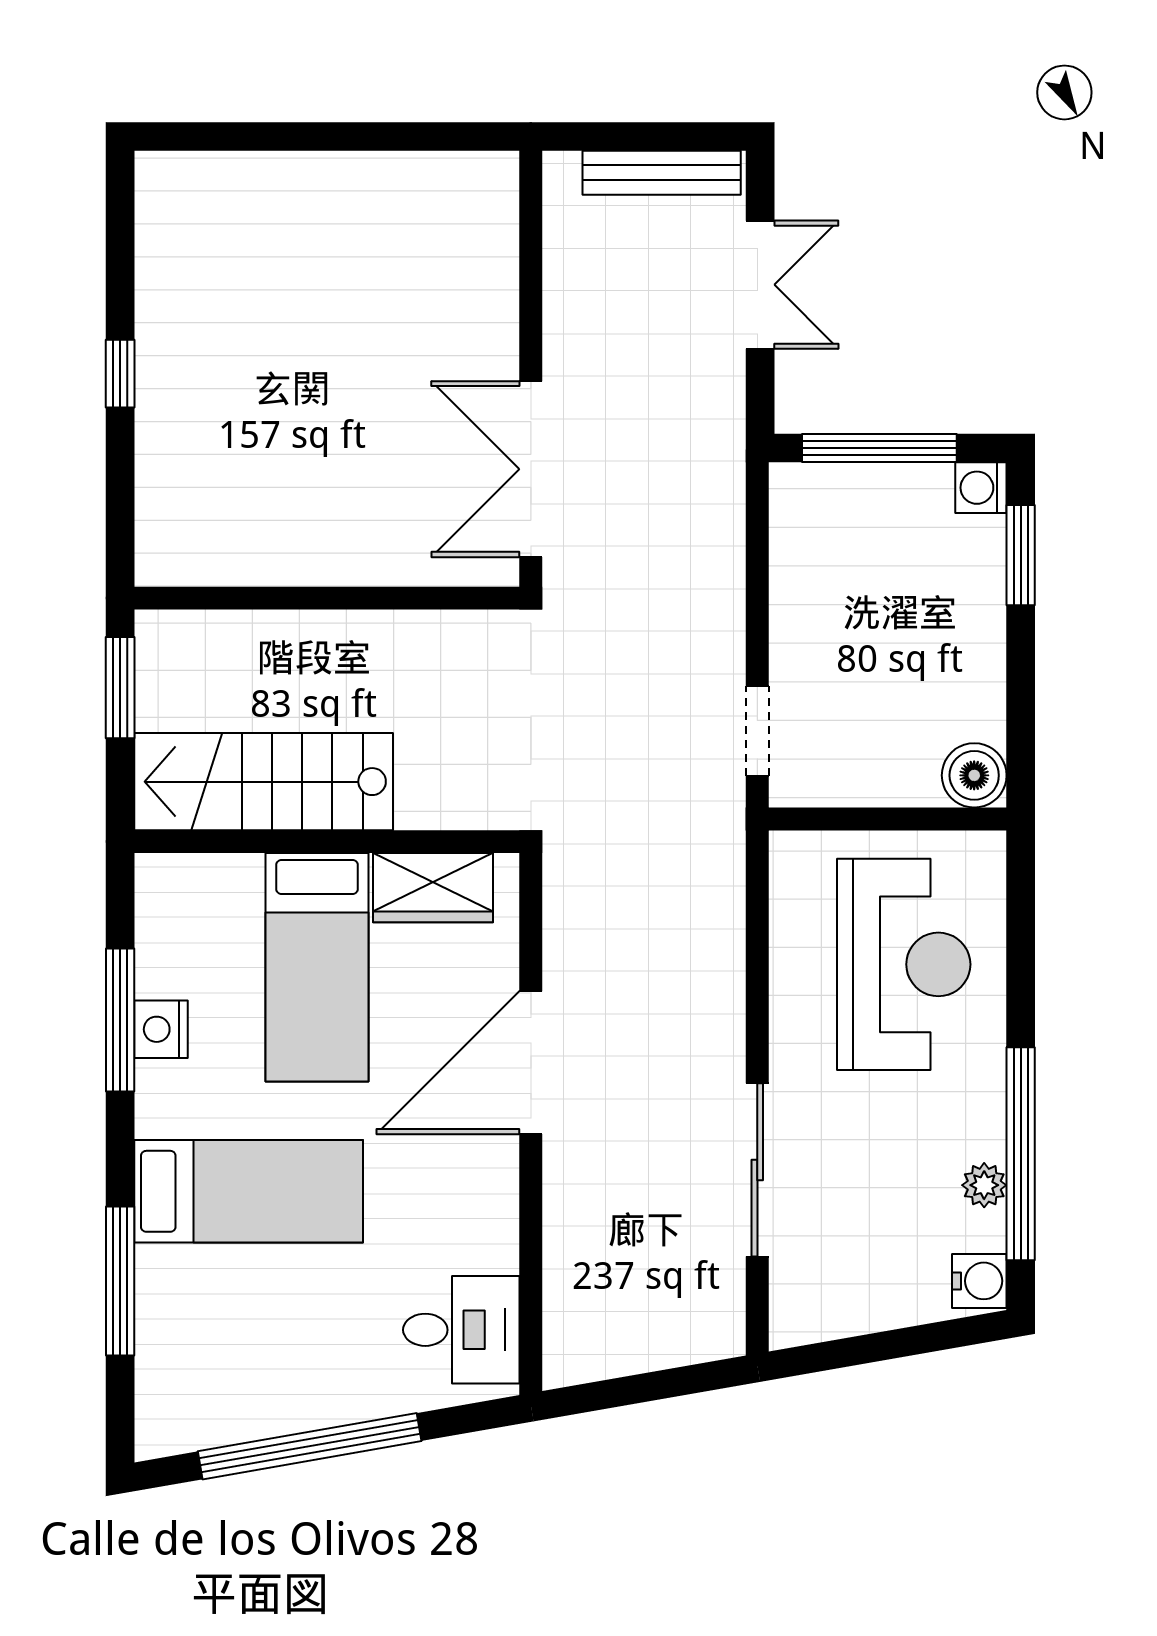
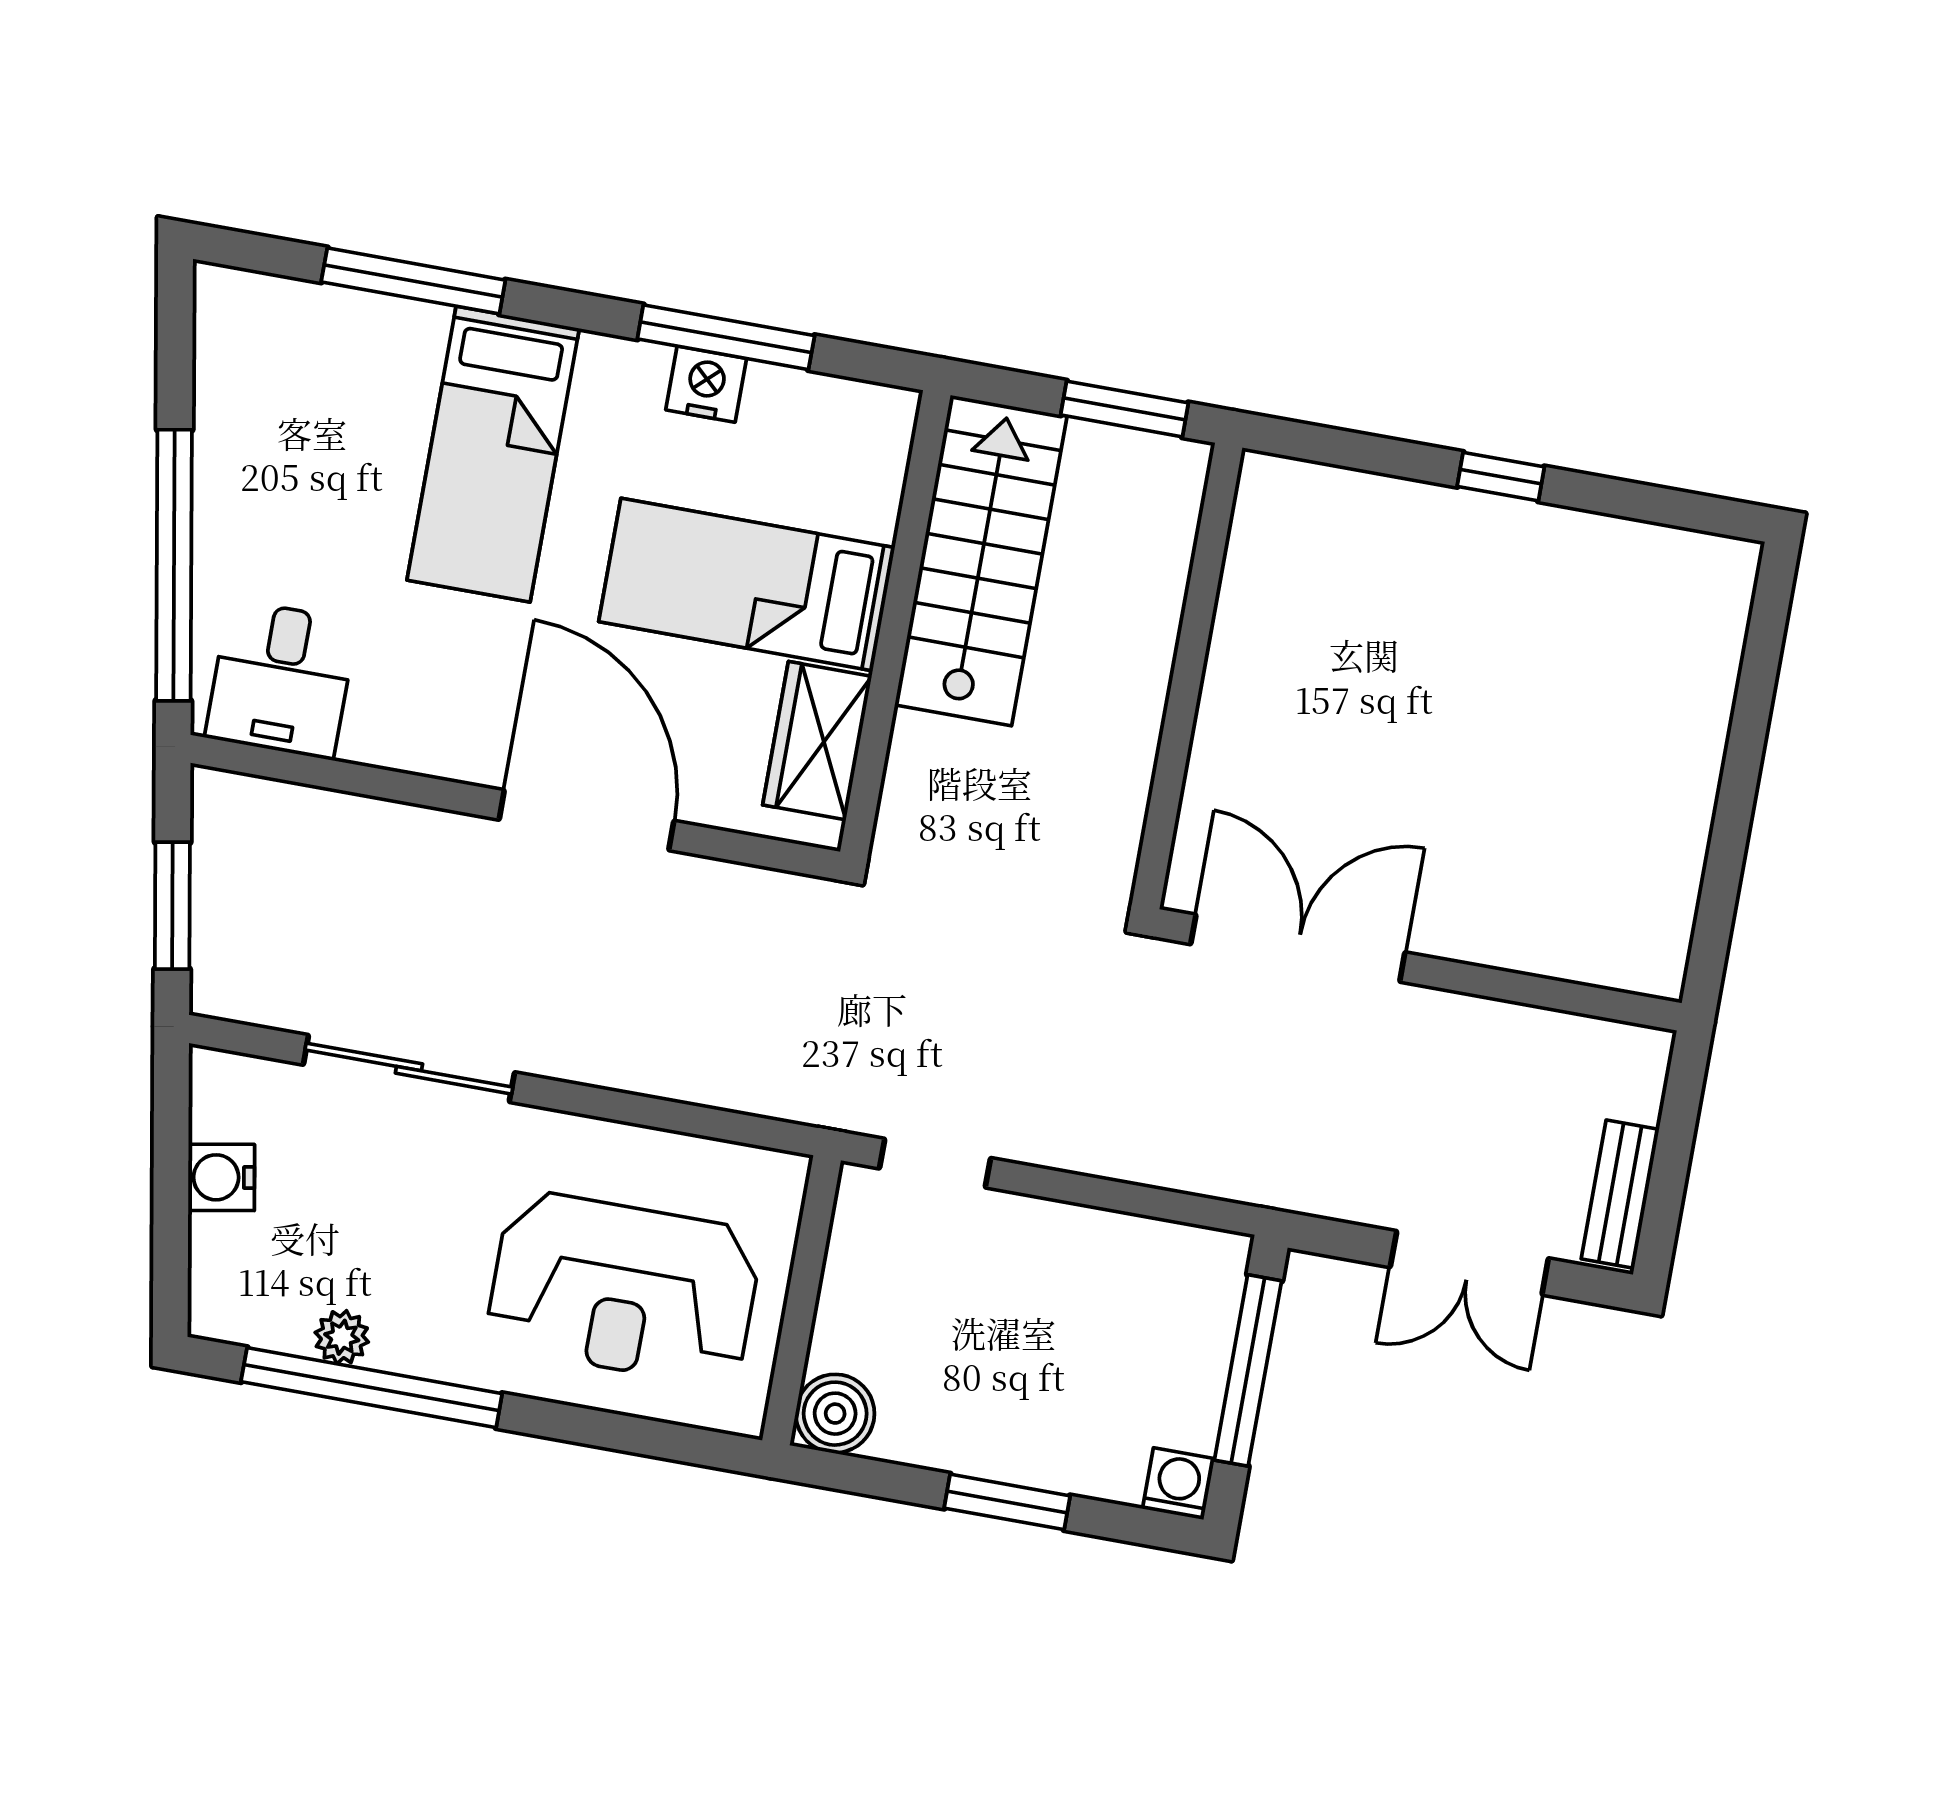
bench: (662, 173) -> (1620, 1194), width x0.73
window: (1021, 555) -> (1007, 1502), moved
water cooler: (979, 1281) -> (221, 1177), moved, turned 80
window: (660, 1385) -> (172, 906), added
window: (310, 1446) -> (174, 565), moved

